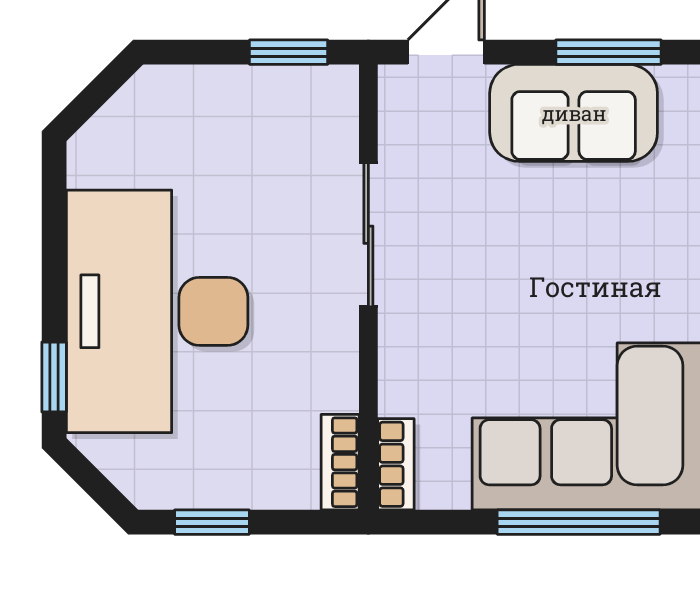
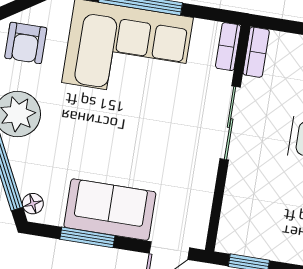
sliding door: (368, 235) -> (230, 123), moved

